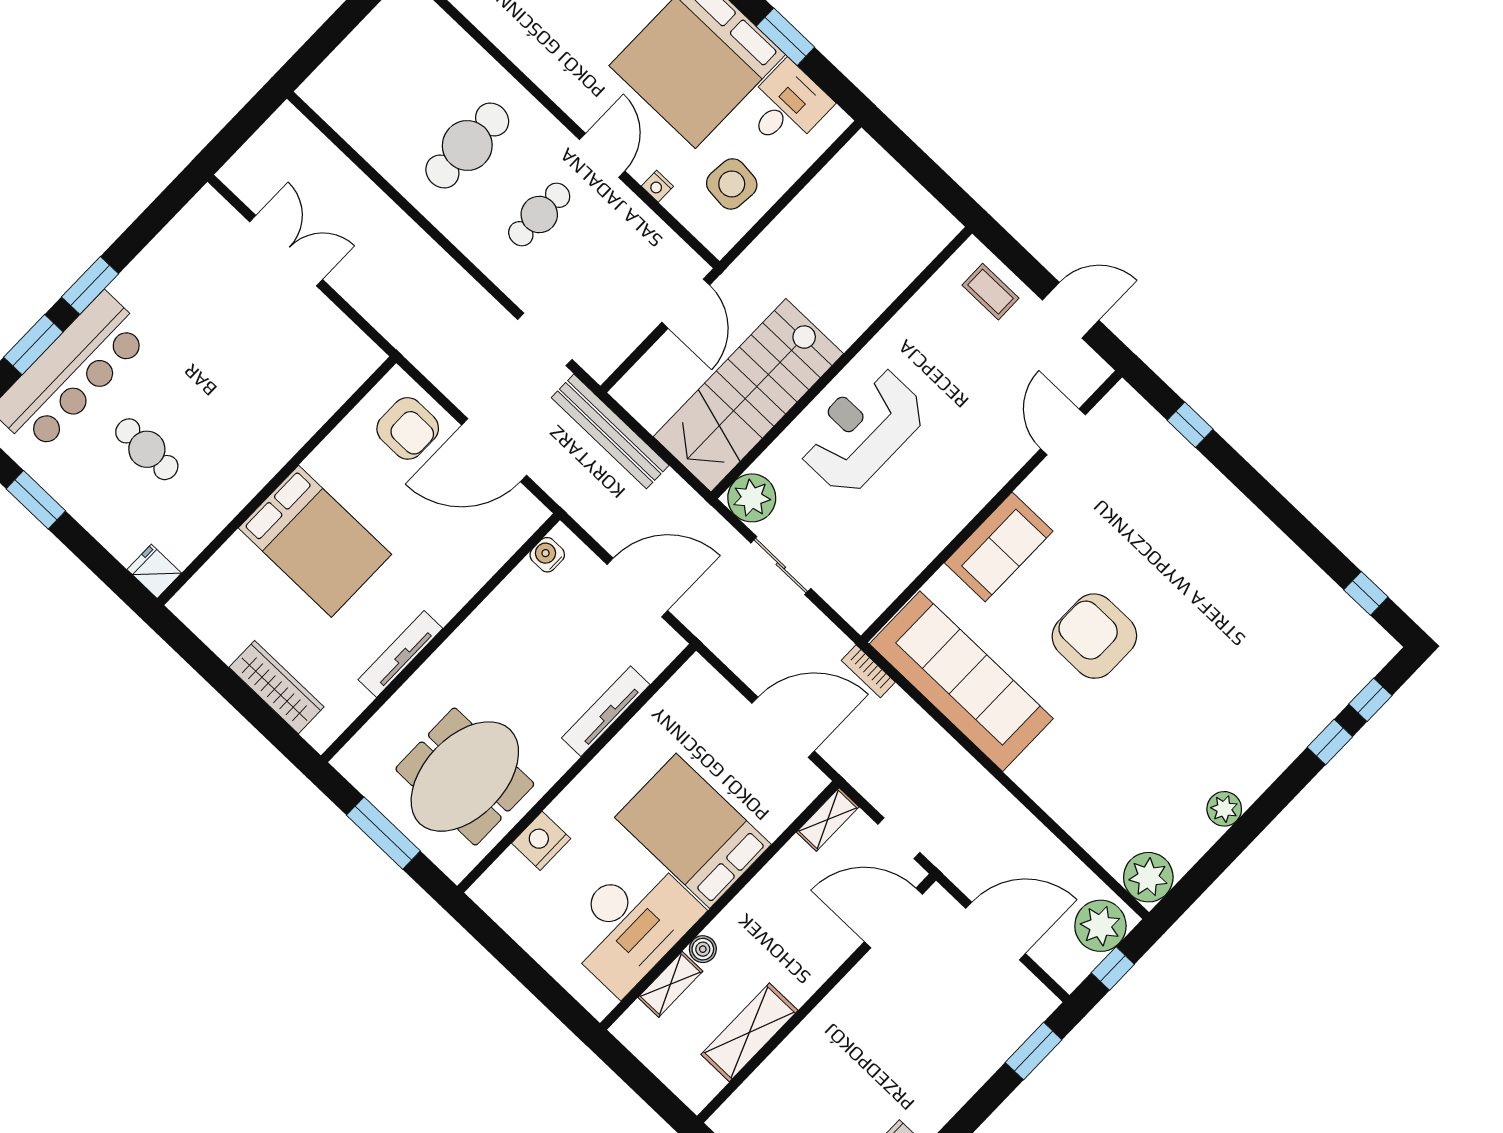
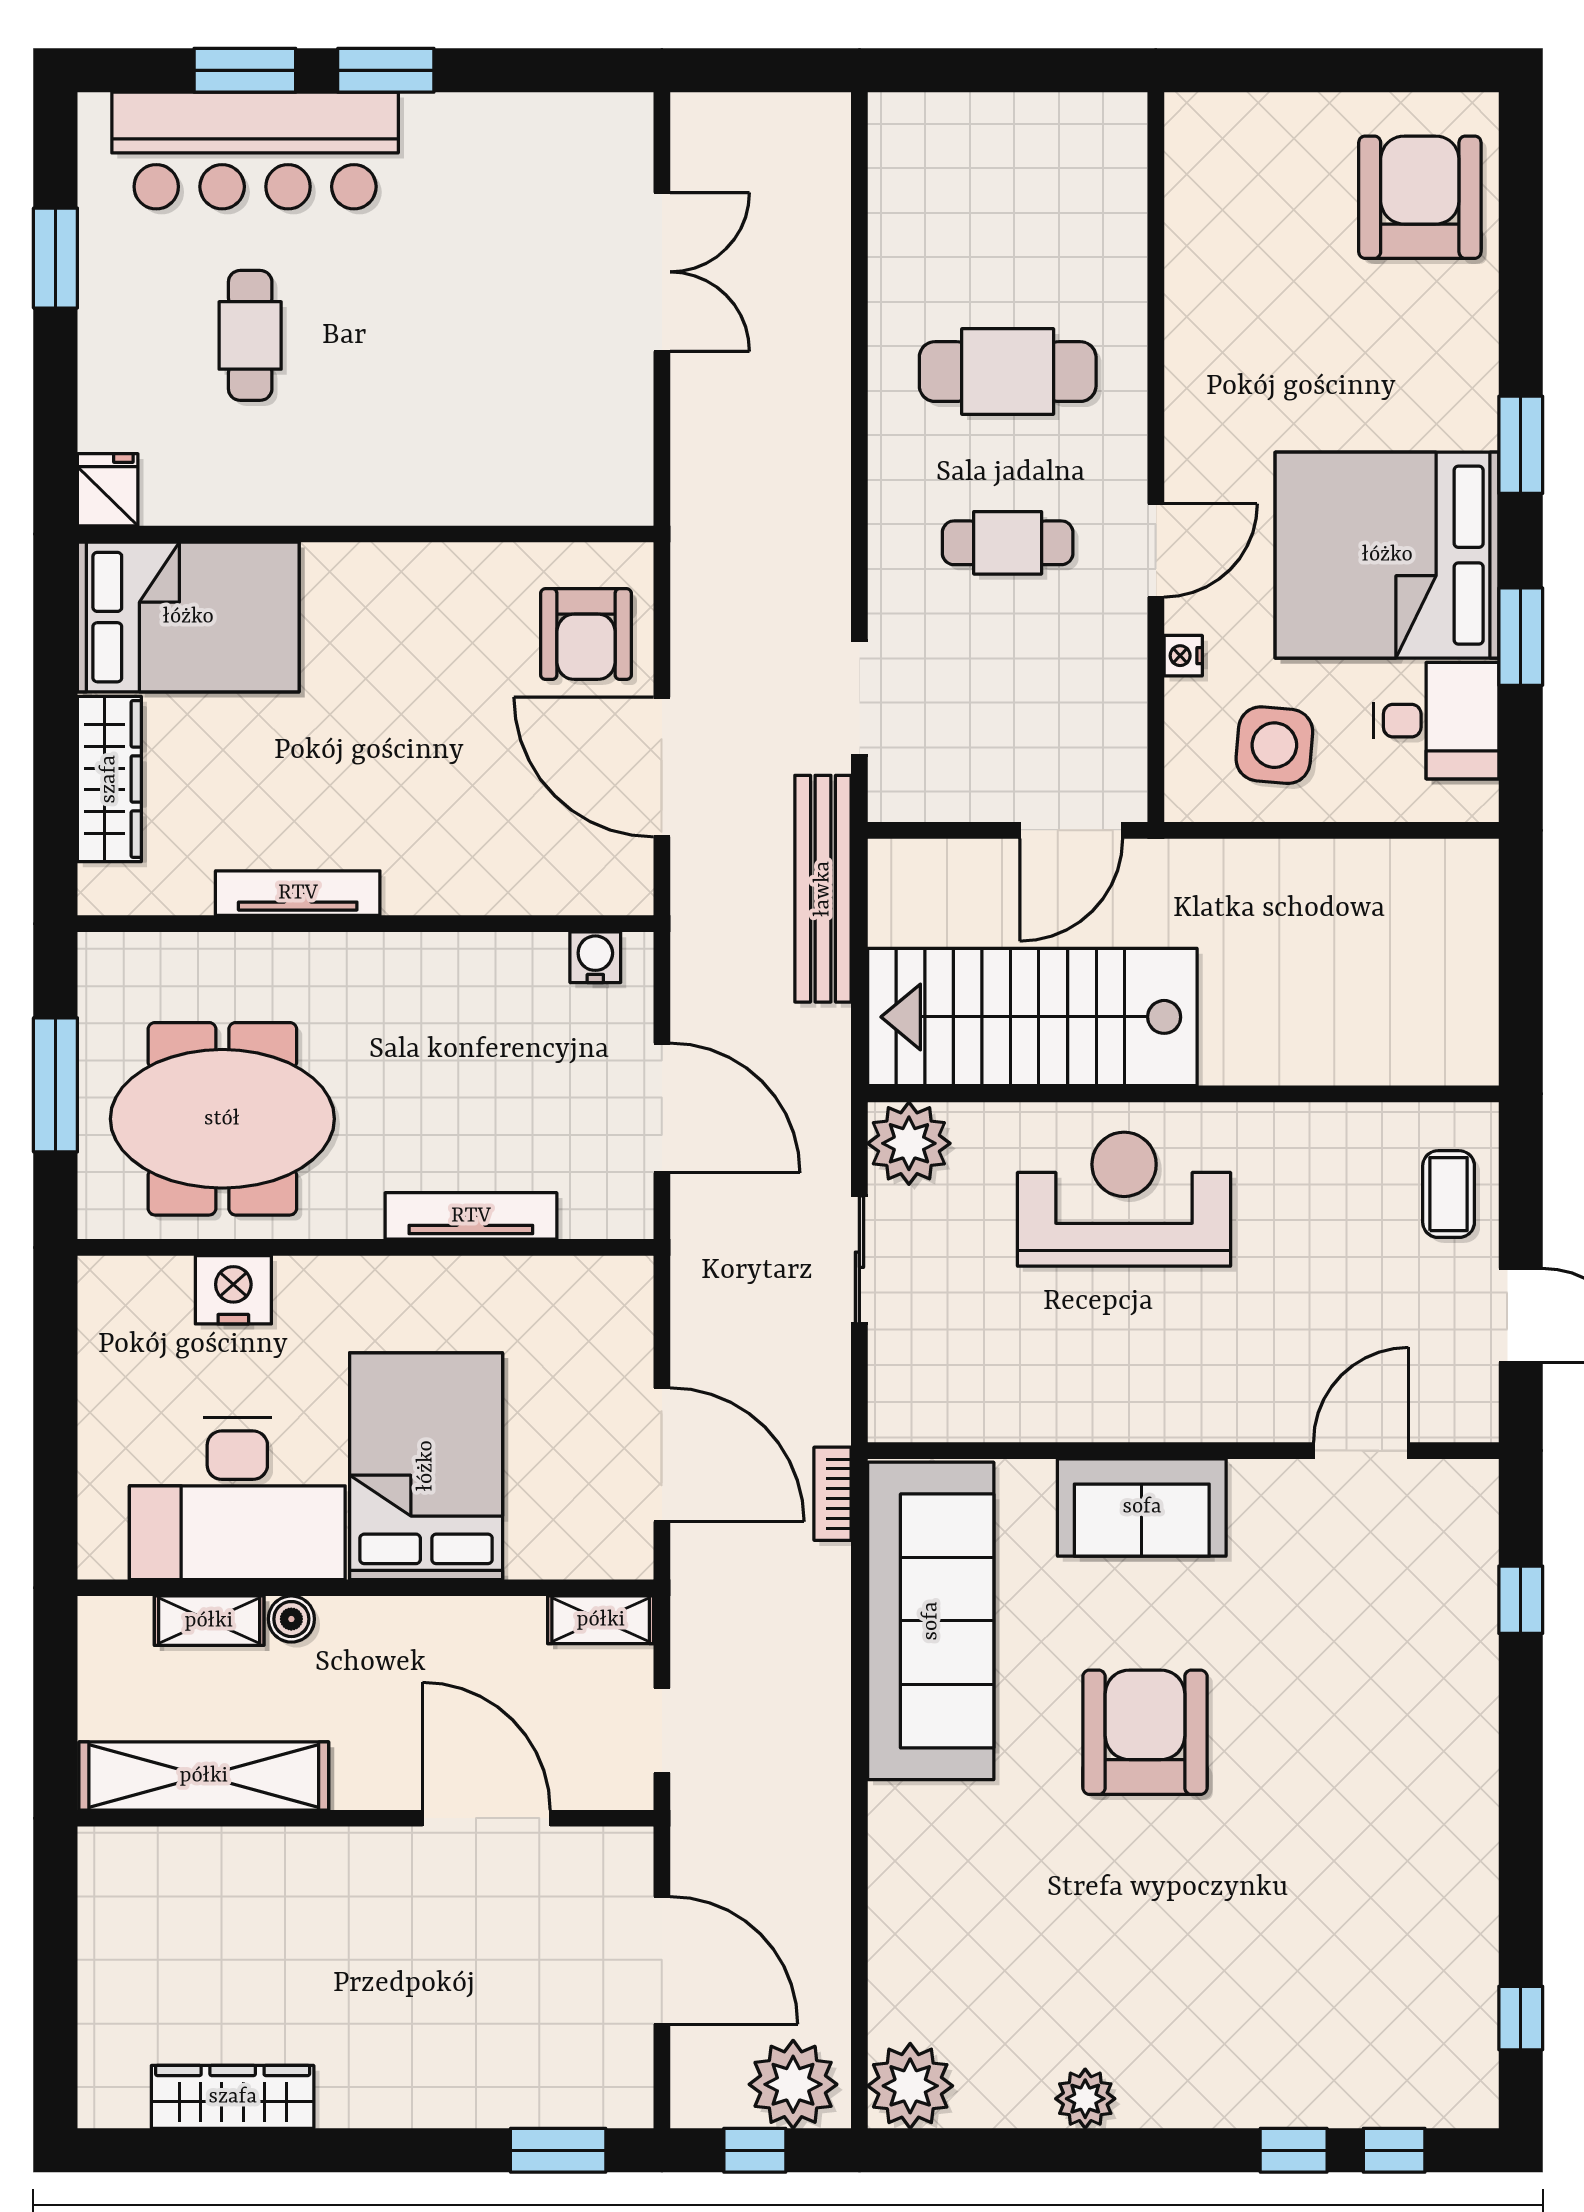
bed: (315, 541) -> (188, 617), moved, turned -90
door: (893, 918) -> (486, 1818), moved
shelving: (749, 1032) -> (204, 1776), width x1.47

